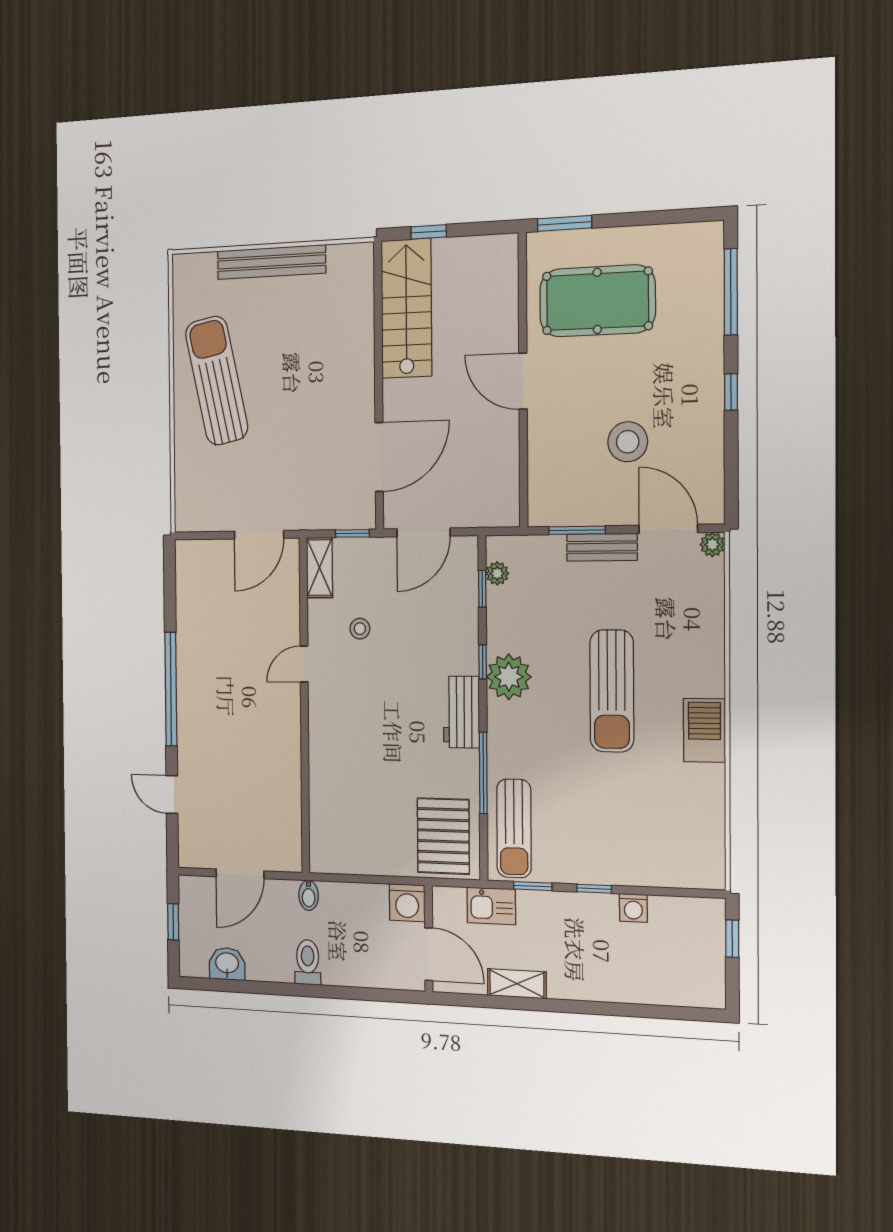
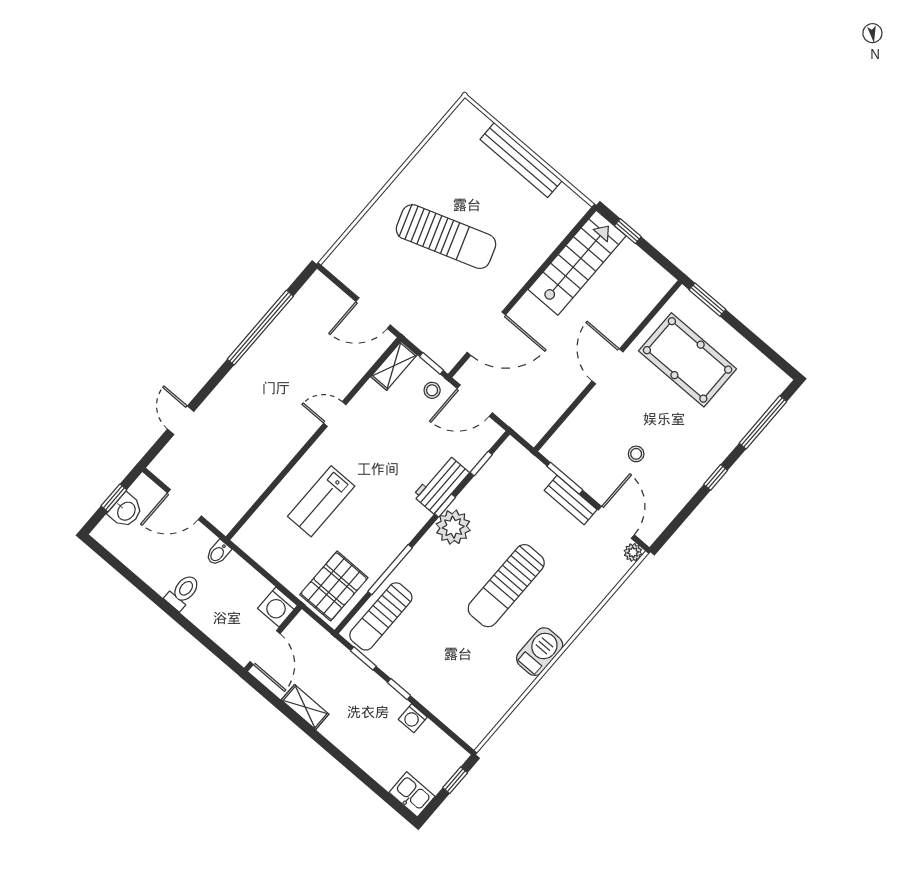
sun lounger: (217, 381) -> (446, 237), moved, turned 83
stool: (628, 442) -> (636, 454), width x0.53, depth x0.53
plant: (497, 573) -> (498, 462), removed
stool: (360, 629) -> (432, 390), moved
window: (171, 689) -> (260, 328), moved
workbench: (461, 712) -> (441, 484), moved
lab bench: (362, 761) -> (321, 501), added
kitchen sink: (491, 906) -> (412, 794), moved, turned 180
washbasin: (227, 964) -> (126, 511), moved, turned 90

